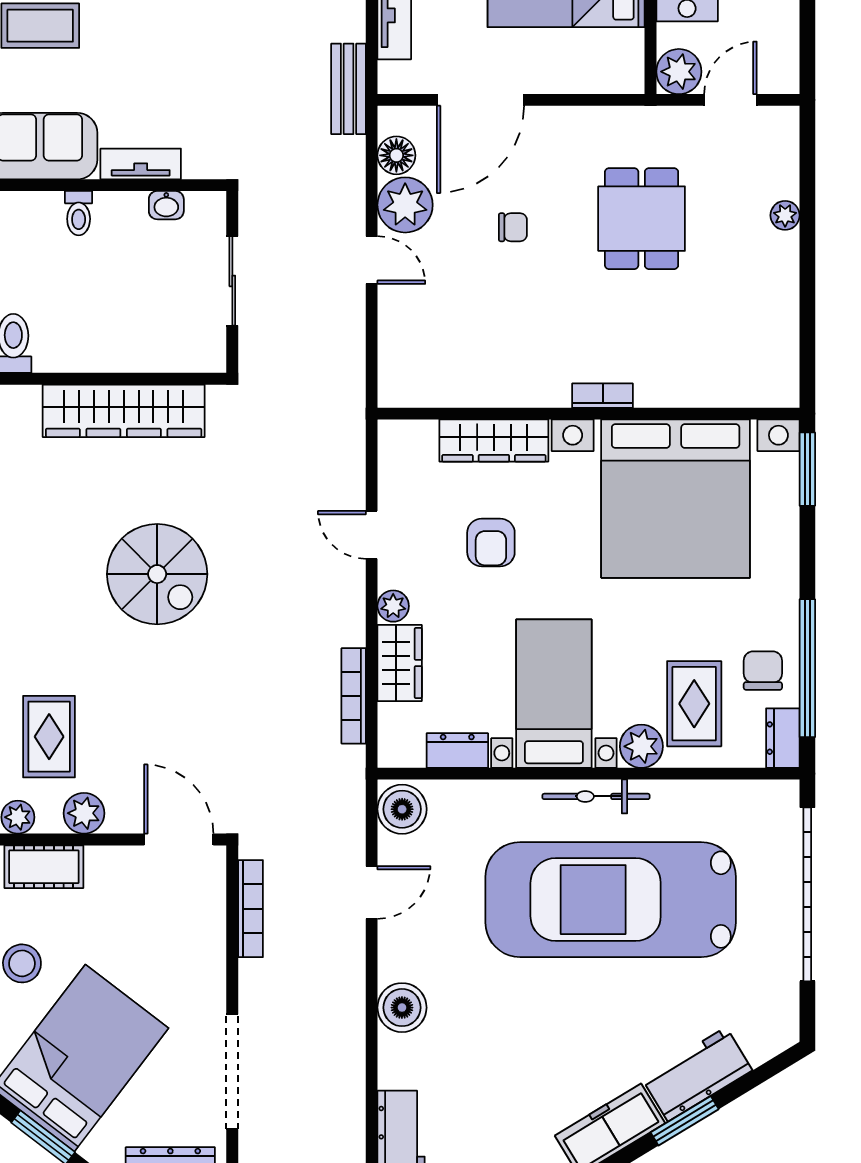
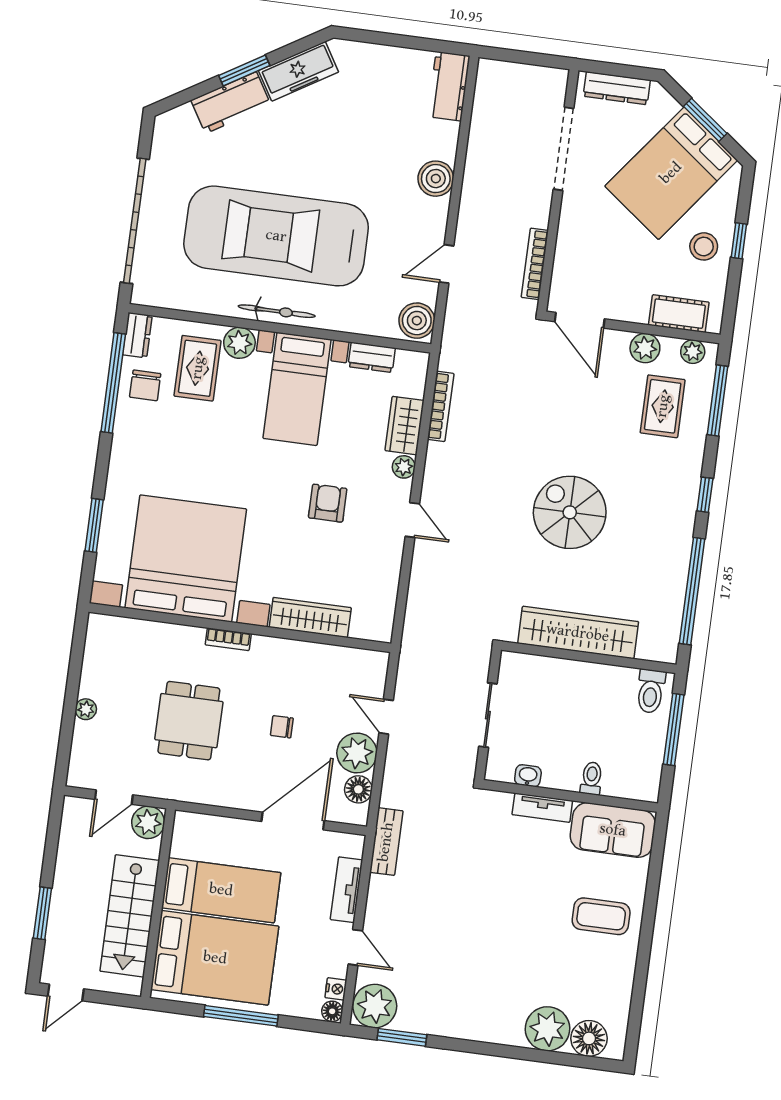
bookcase: (603, 396) -> (228, 639), moved
wall: (589, 414) -> (240, 628), moved
wardrobe: (494, 440) -> (310, 617), moved
bed with nightstands: (676, 499) -> (186, 558), moved
car: (611, 900) -> (276, 236), turned 180

